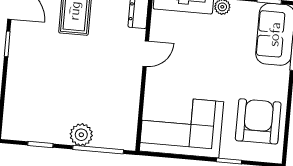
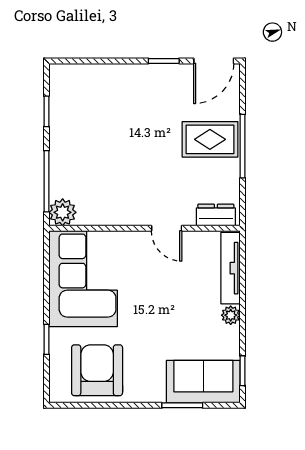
armchair: (258, 121) -> (97, 370), turned -90
plant: (81, 135) -> (63, 212), moved

